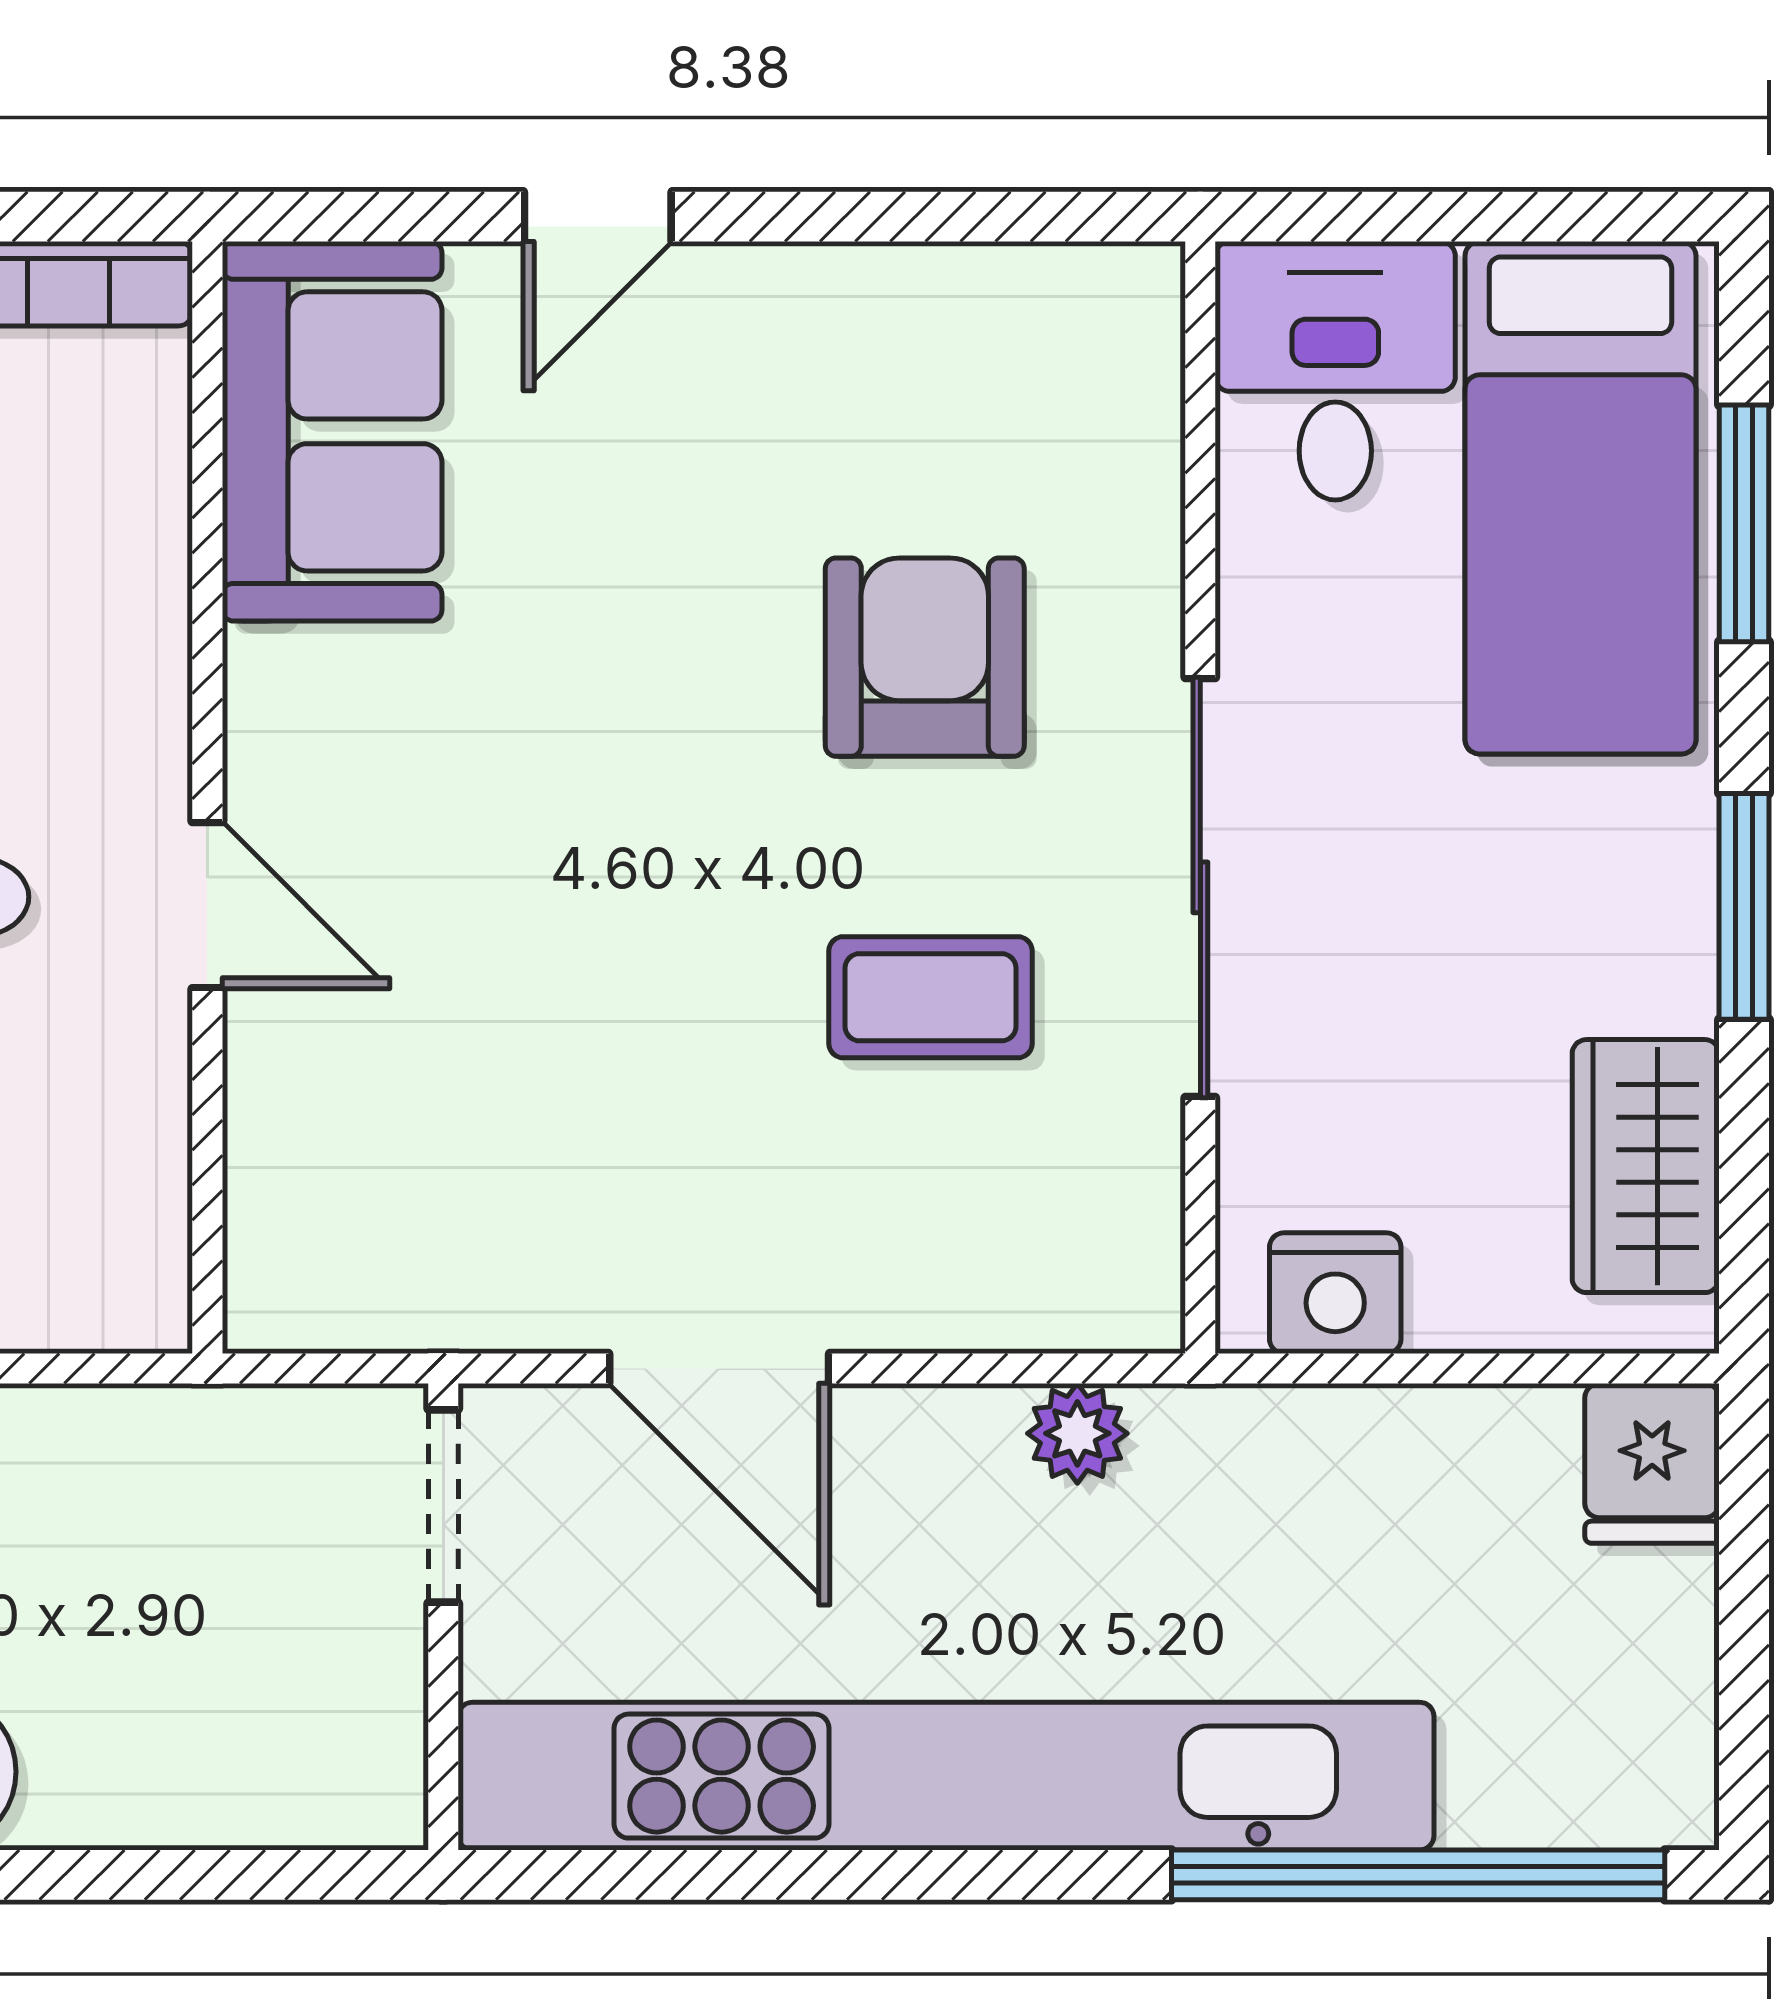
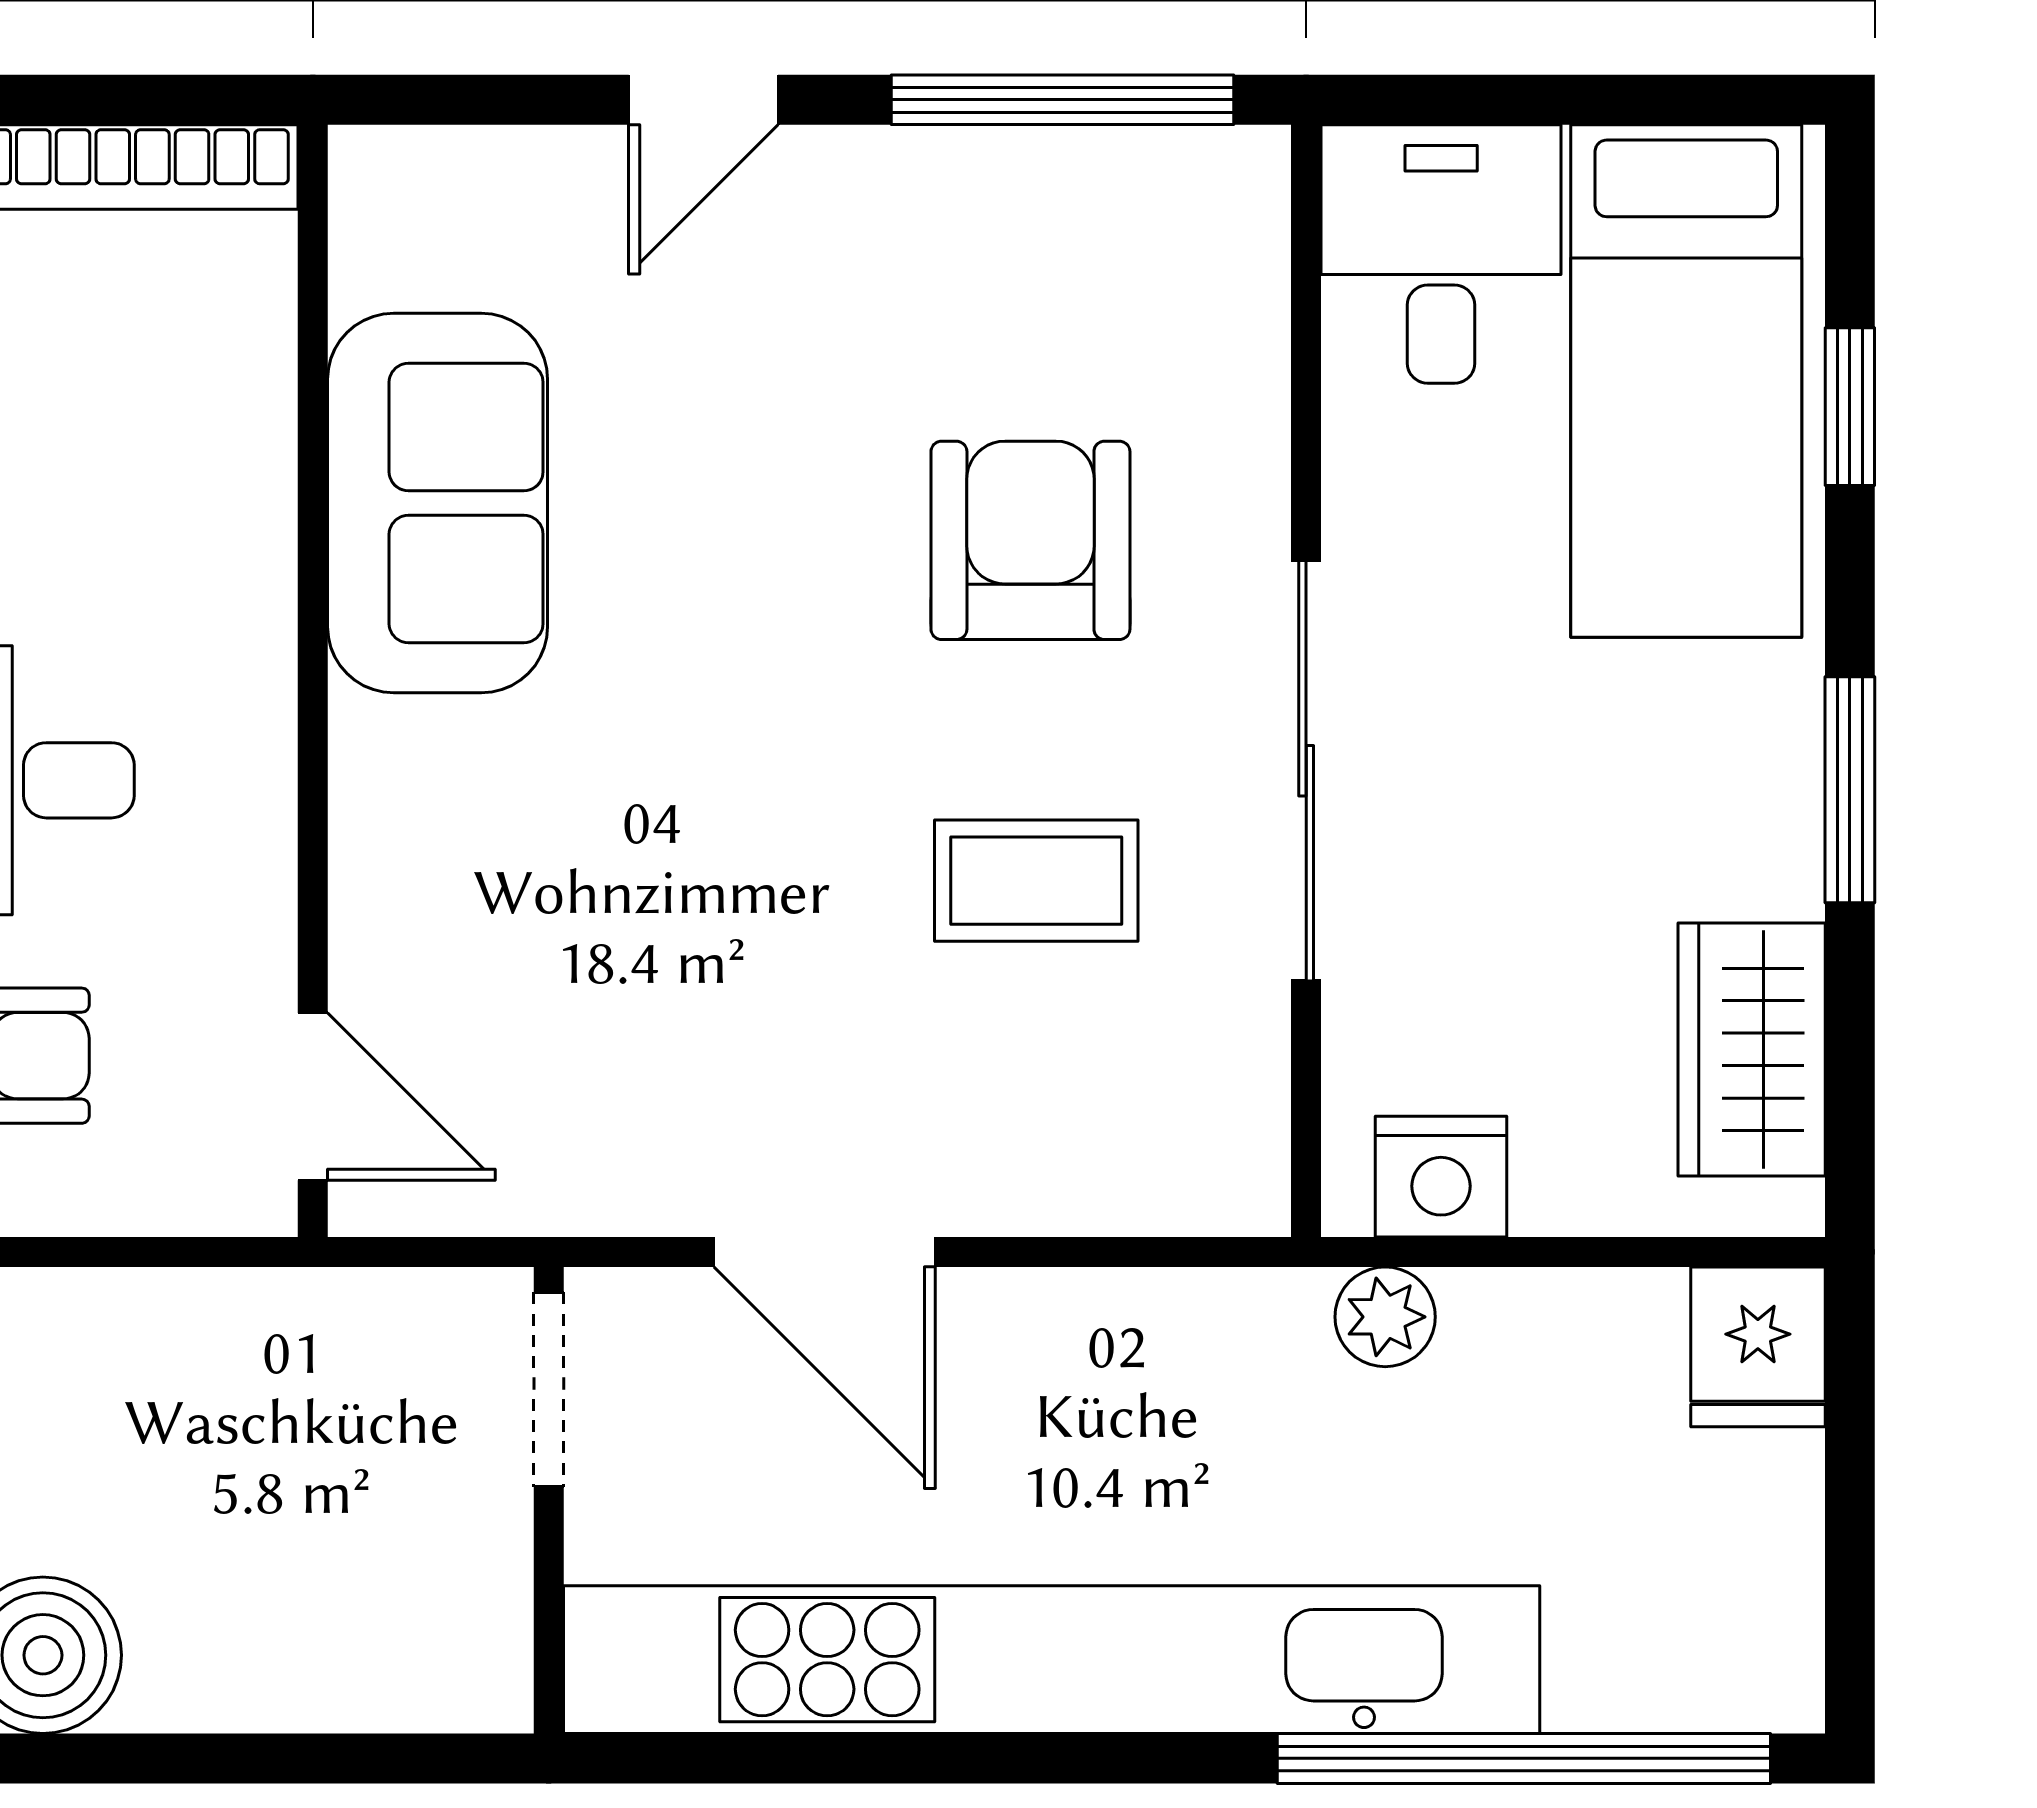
window: (957, 217) -> (1062, 100), added
sofa: (332, 431) -> (438, 503), moved
window: (1744, 523) -> (1850, 407), width x0.67
door: (207, 905) -> (313, 1097), moved
plant: (1077, 1433) -> (1385, 1317), moved

